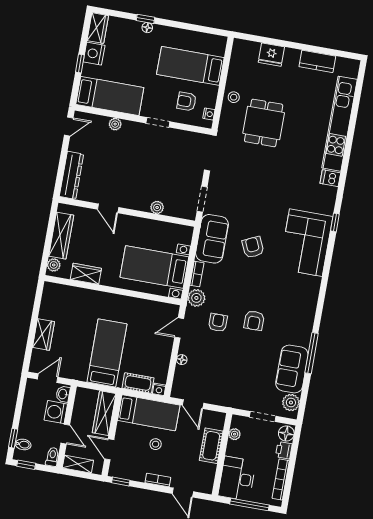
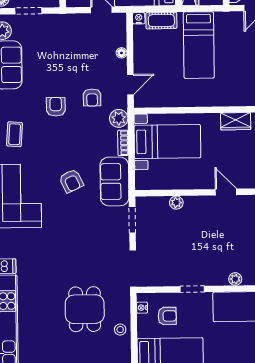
coffee table: (298, 302) -> (15, 134), added

